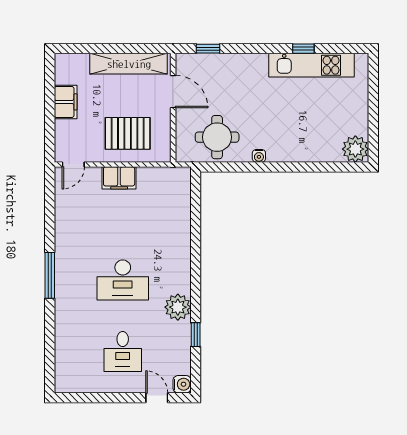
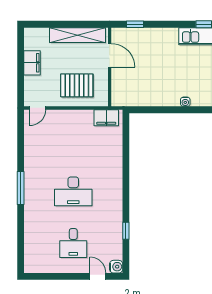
round table: (217, 137) -> (141, 88), removed
water cooler: (259, 156) -> (185, 102), moved
filing cabinet: (119, 178) -> (106, 118), moved
plant: (178, 307) -> (113, 211), removed

